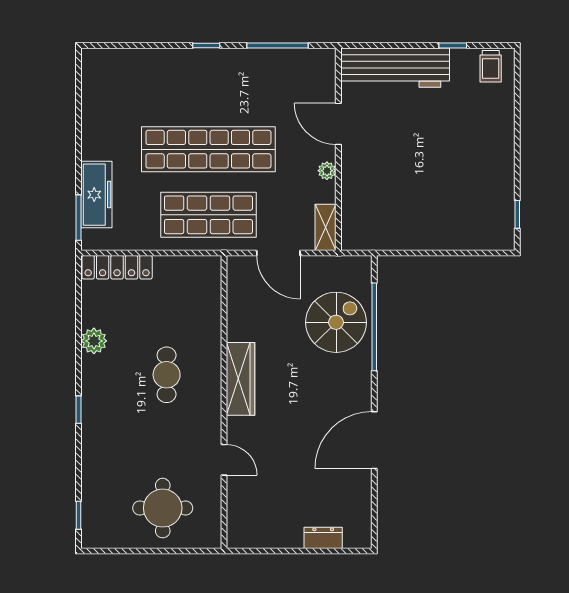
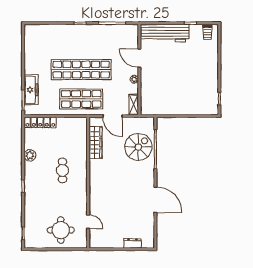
wardrobe: (240, 379) -> (96, 143), moved
door: (374, 440) -> (155, 200), swing flipped
door: (224, 460) -> (88, 222), moved

